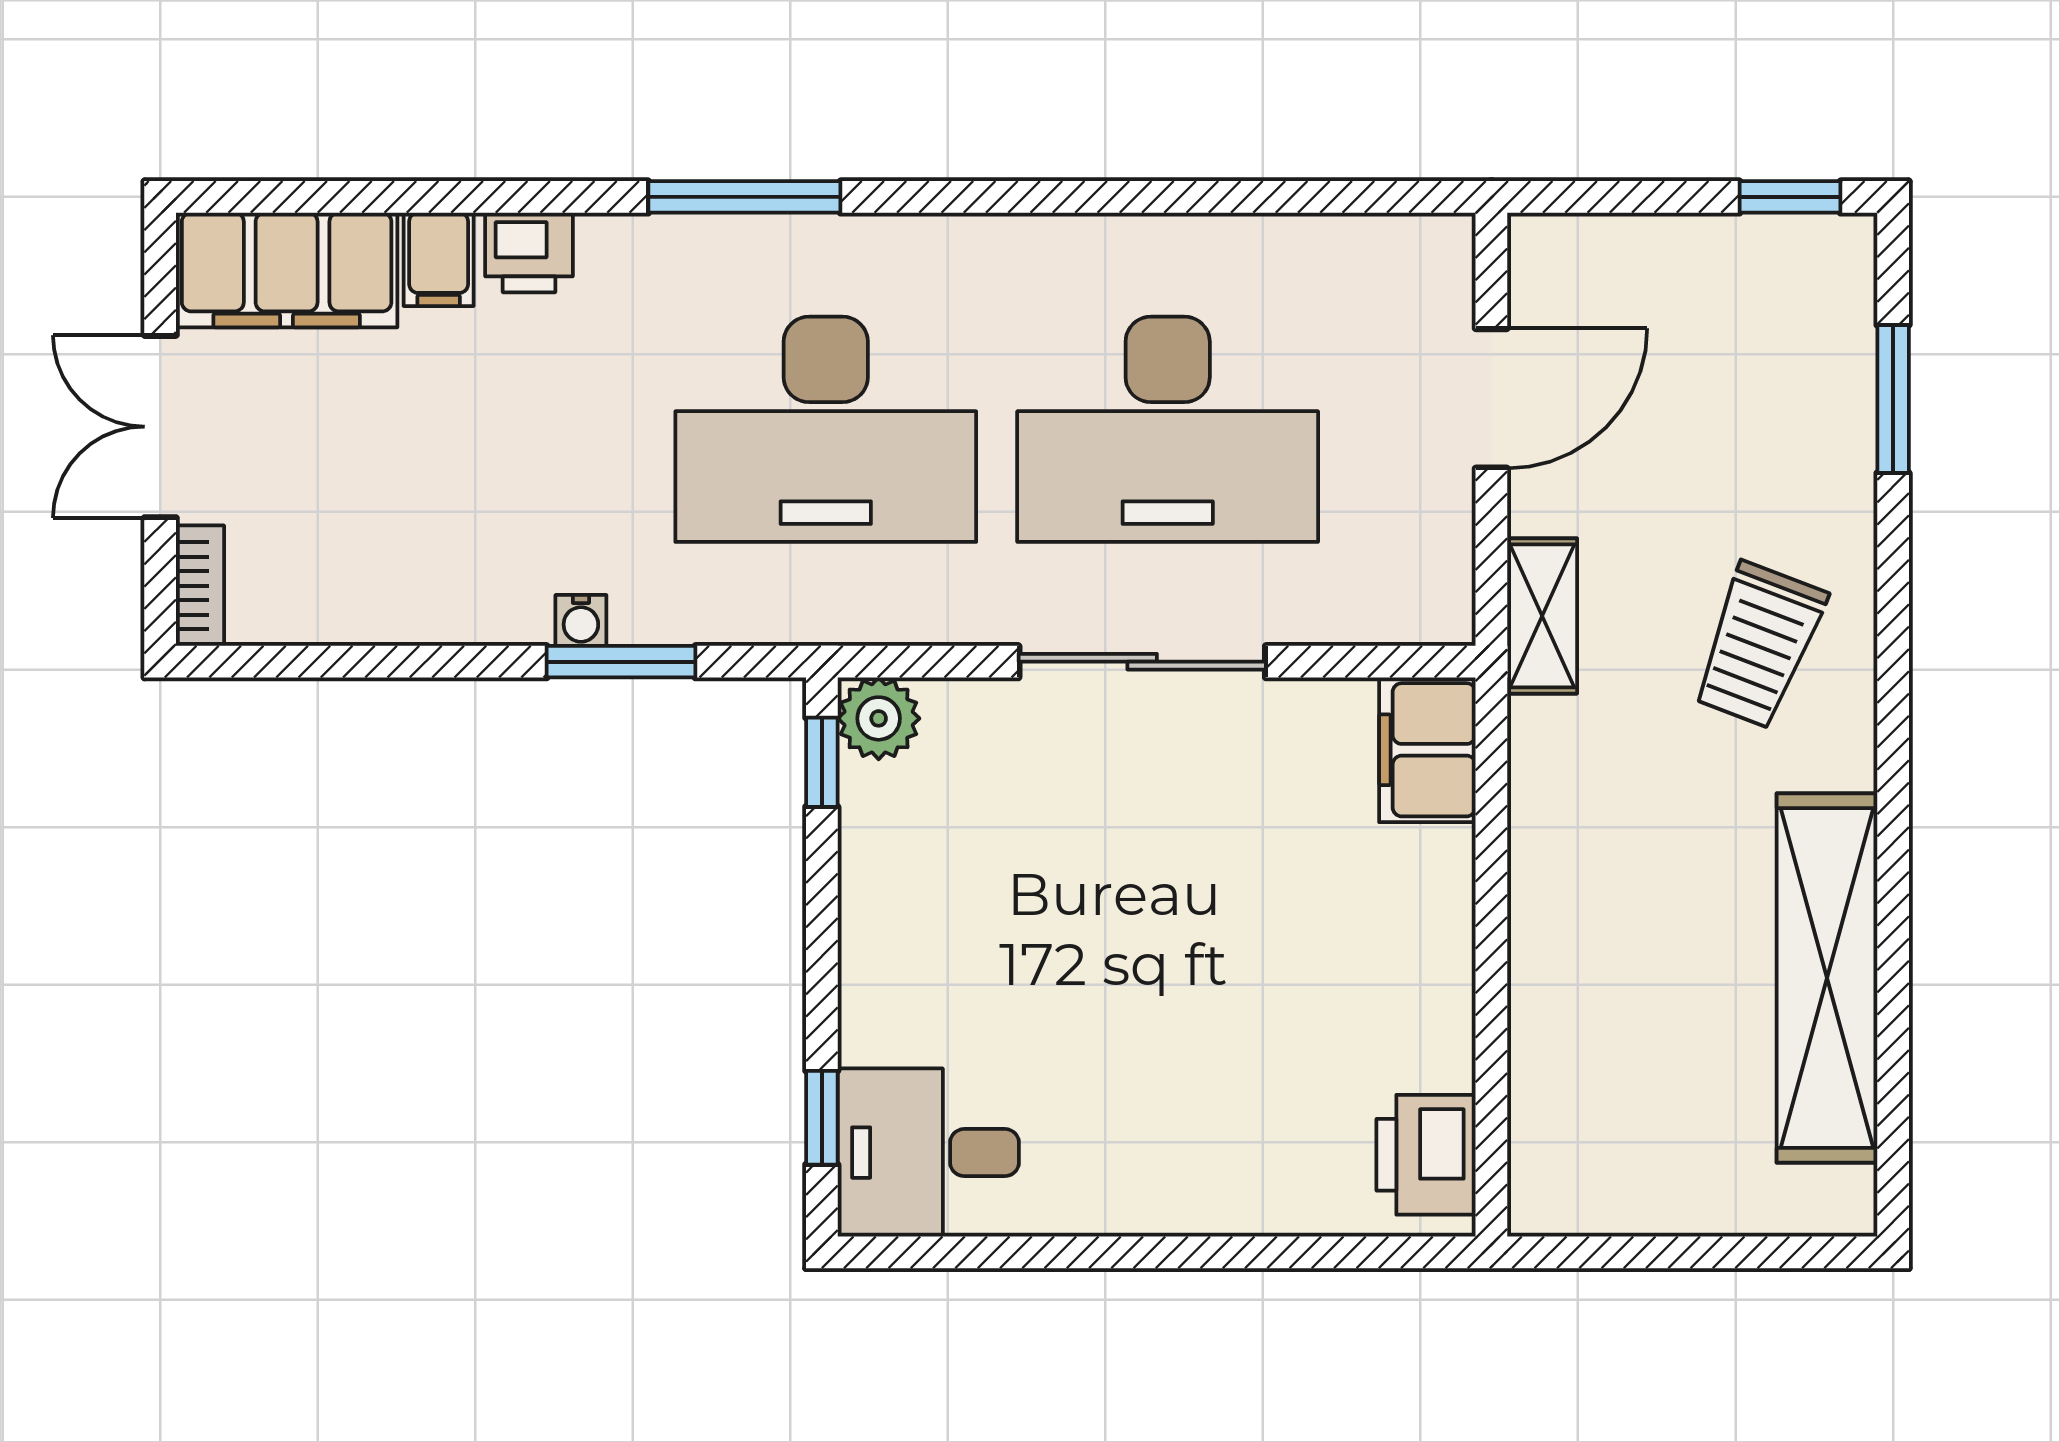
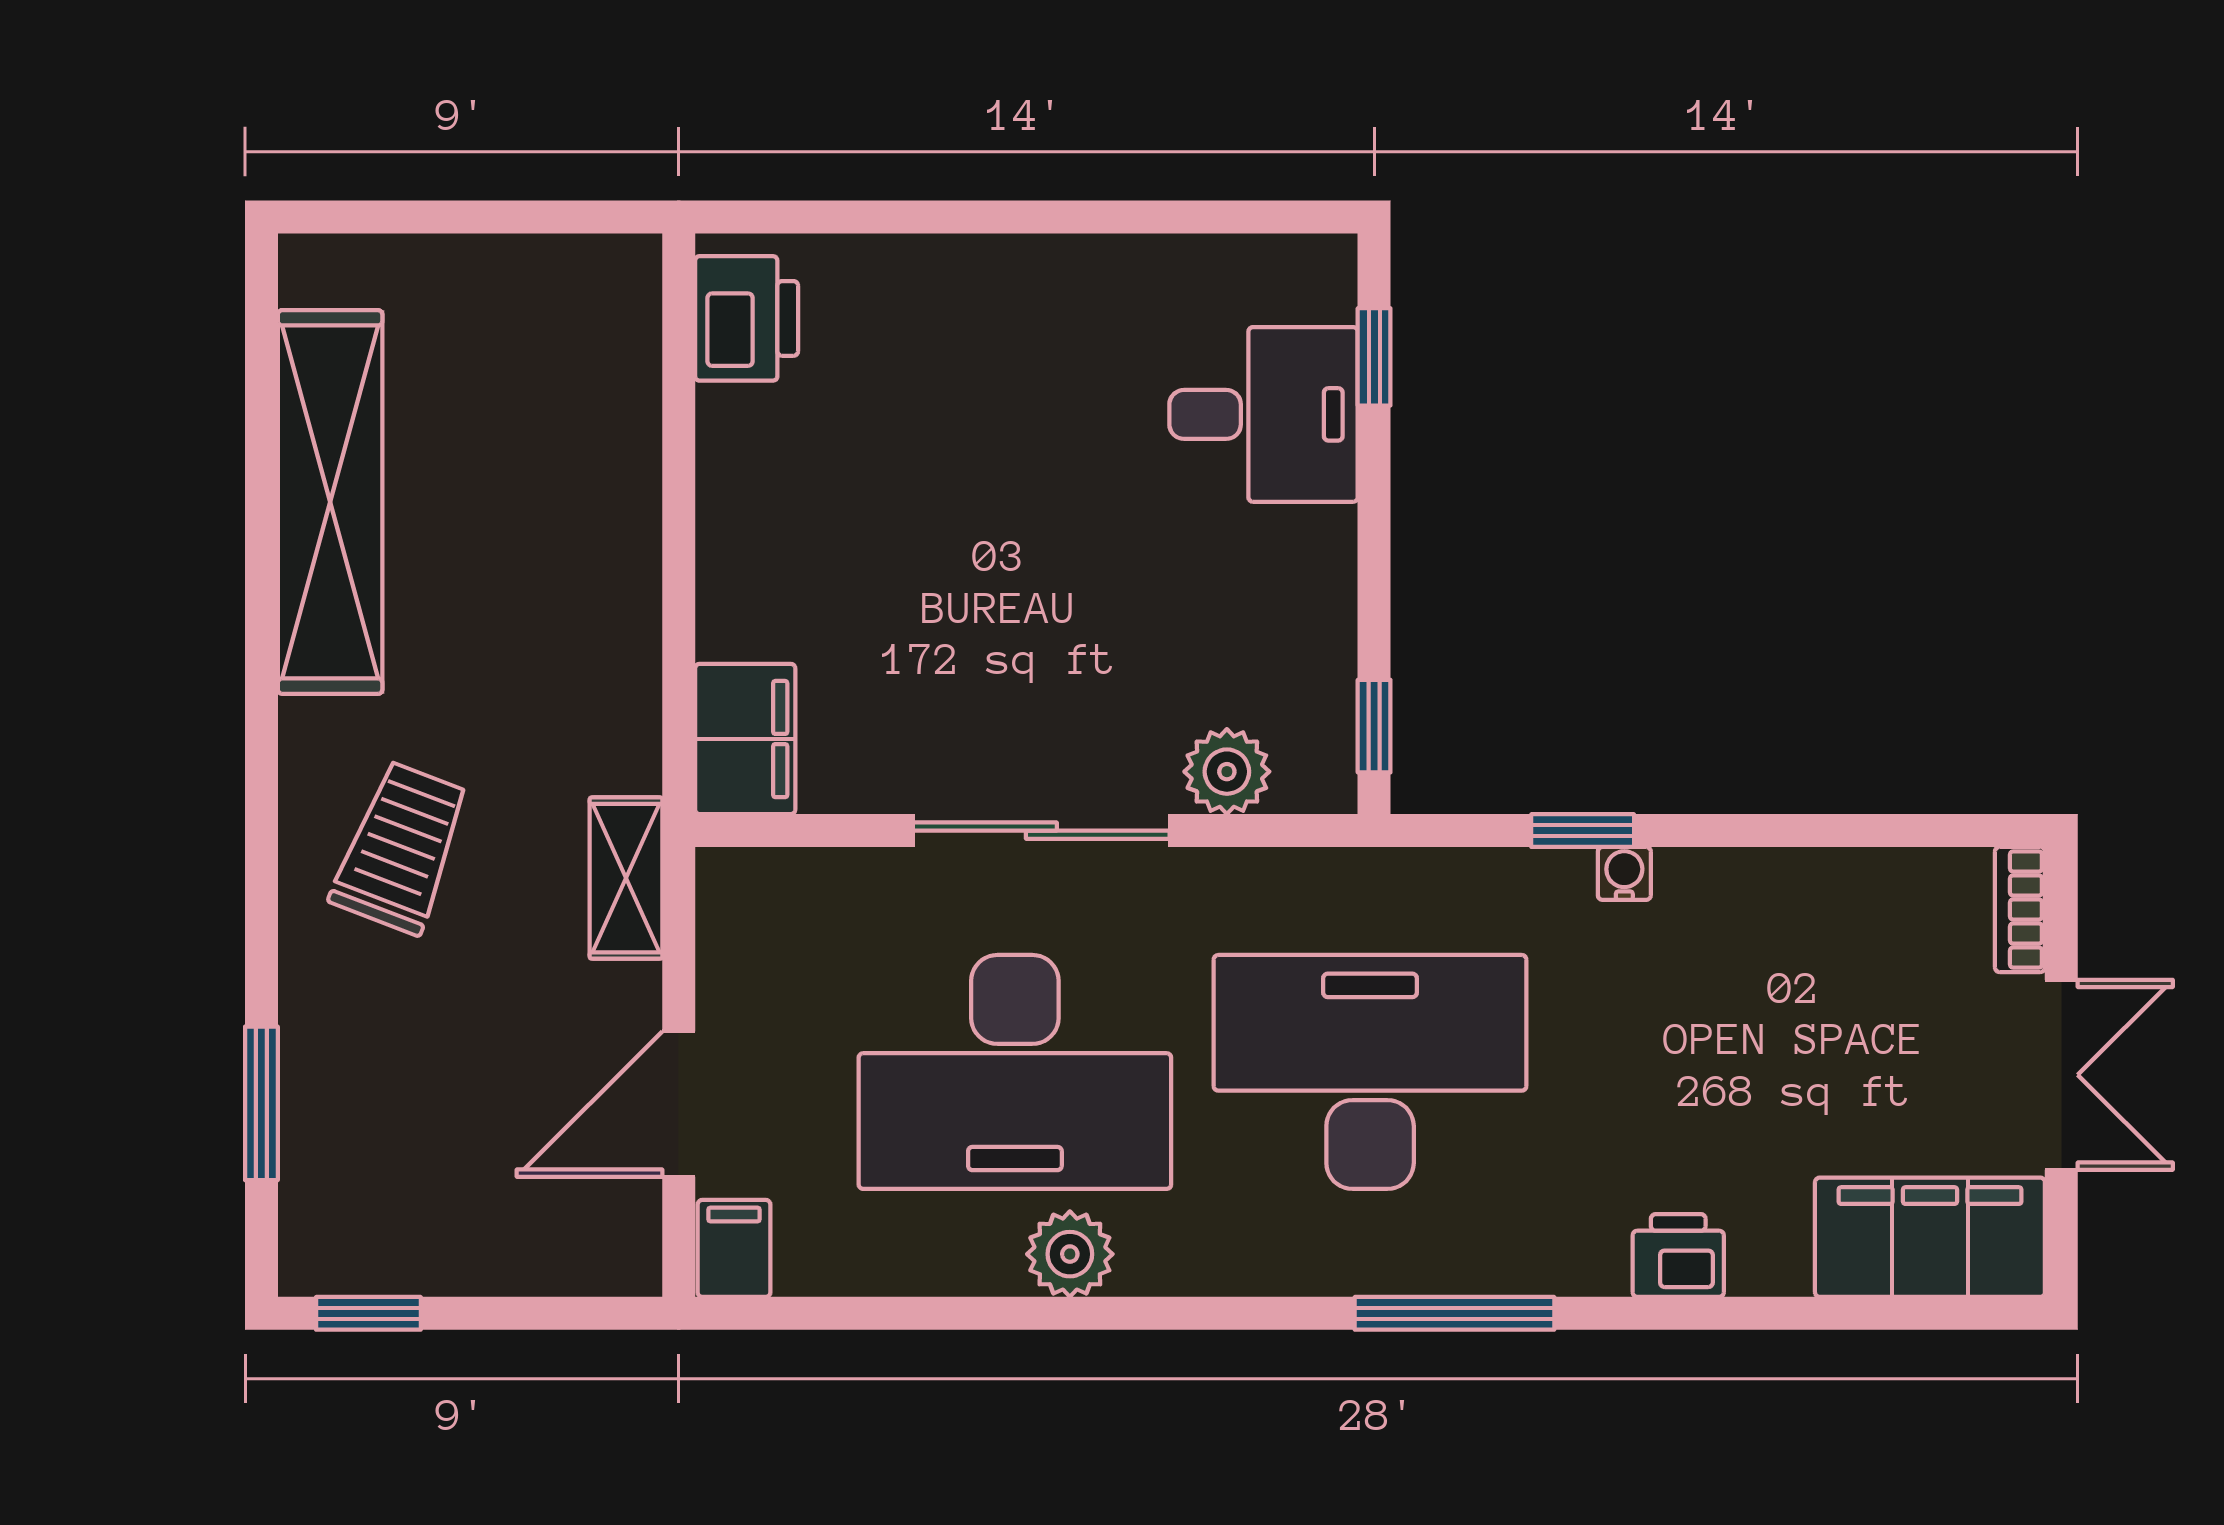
plant: (1115, 254) -> (1070, 1254), added
filing cabinet: (439, 259) -> (734, 1248), moved
desk: (1168, 429) -> (1015, 1072), turned 180
window: (621, 662) -> (1583, 831), width x0.67
plant: (879, 718) -> (1227, 772), moved
desk: (928, 1153) -> (1264, 414), moved

